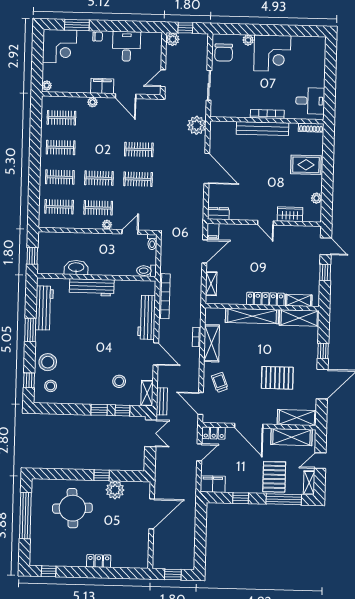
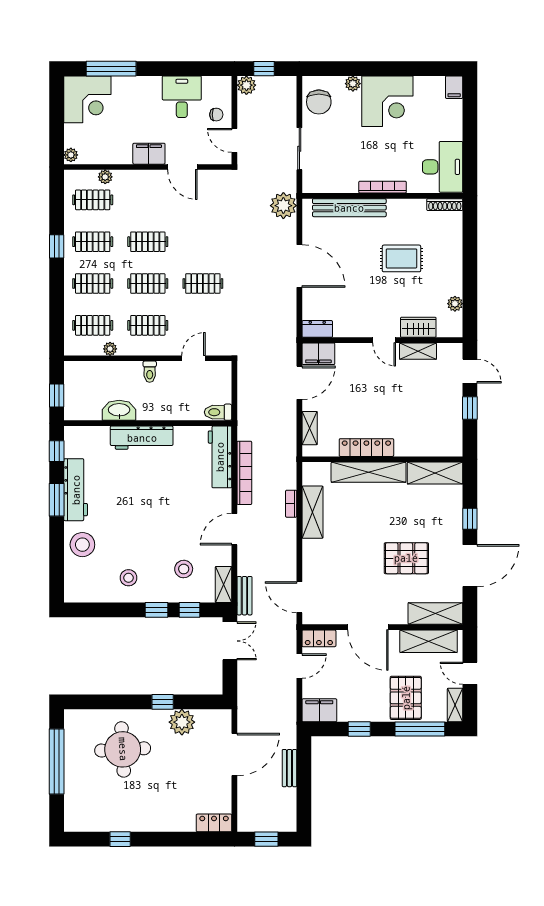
window: (77, 25) -> (111, 69), width x1.44
chair: (98, 37) -> (216, 115), moved
filing cabinet: (320, 45) -> (454, 87), added
door: (163, 78) -> (234, 140), hinge flipped
desk: (310, 101) -> (443, 167), width x1.37
plant: (93, 102) -> (105, 177), moved
bench: (262, 129) -> (349, 208), moved
clothes rail: (139, 149) -> (148, 242), moved
window: (35, 150) -> (57, 246), added
rug: (306, 165) -> (401, 258), moved
plant: (107, 225) -> (110, 349), moved
filing cabinet: (213, 231) -> (318, 354), width x2.00
toilet: (152, 242) -> (150, 372), moved
bookcase: (164, 296) -> (244, 473), moved
locker: (265, 299) -> (366, 448), moved
shelving: (299, 300) -> (418, 351), moved
workbench: (44, 308) -> (76, 490), moved
workbench: (147, 317) -> (220, 457), moved
door: (156, 354) -> (234, 529), swing flipped
window: (29, 380) -> (57, 451), moved
trolley: (220, 382) -> (326, 567), removed
stool: (51, 386) -> (128, 578), moved
door: (320, 461) -> (470, 673), hinge flipped
bench: (190, 524) -> (289, 768), added
locker: (99, 561) -> (214, 823), moved
window: (49, 571) -> (120, 839), moved

